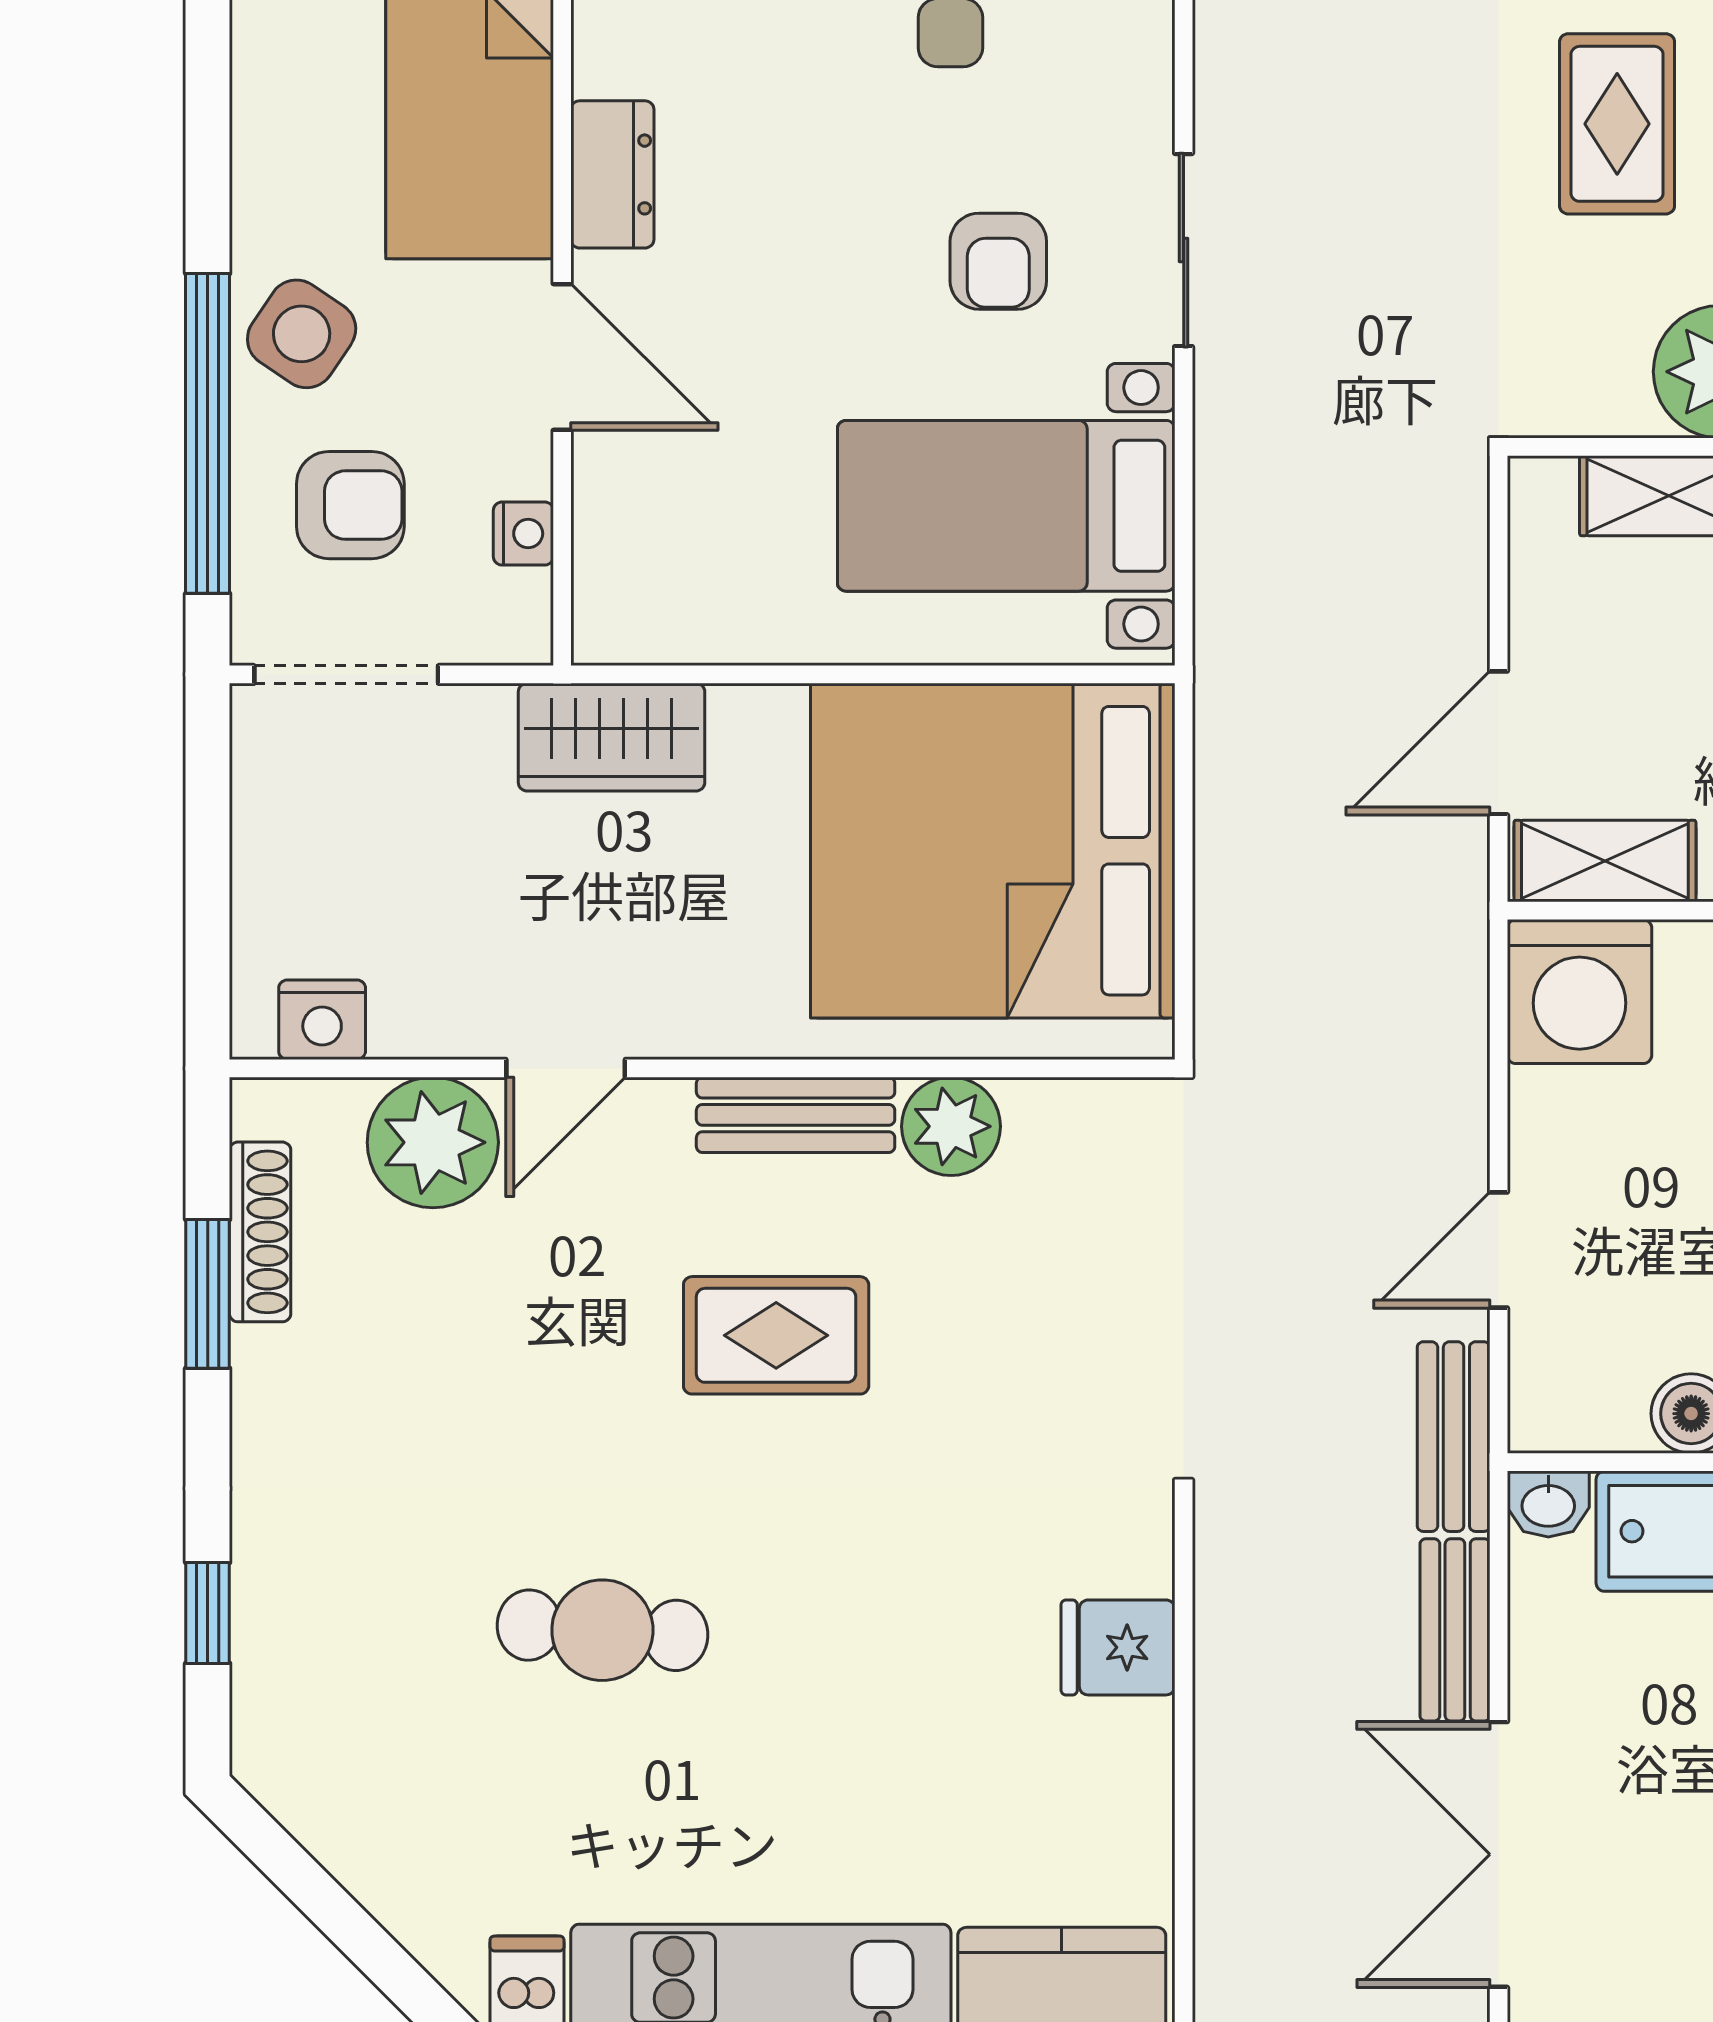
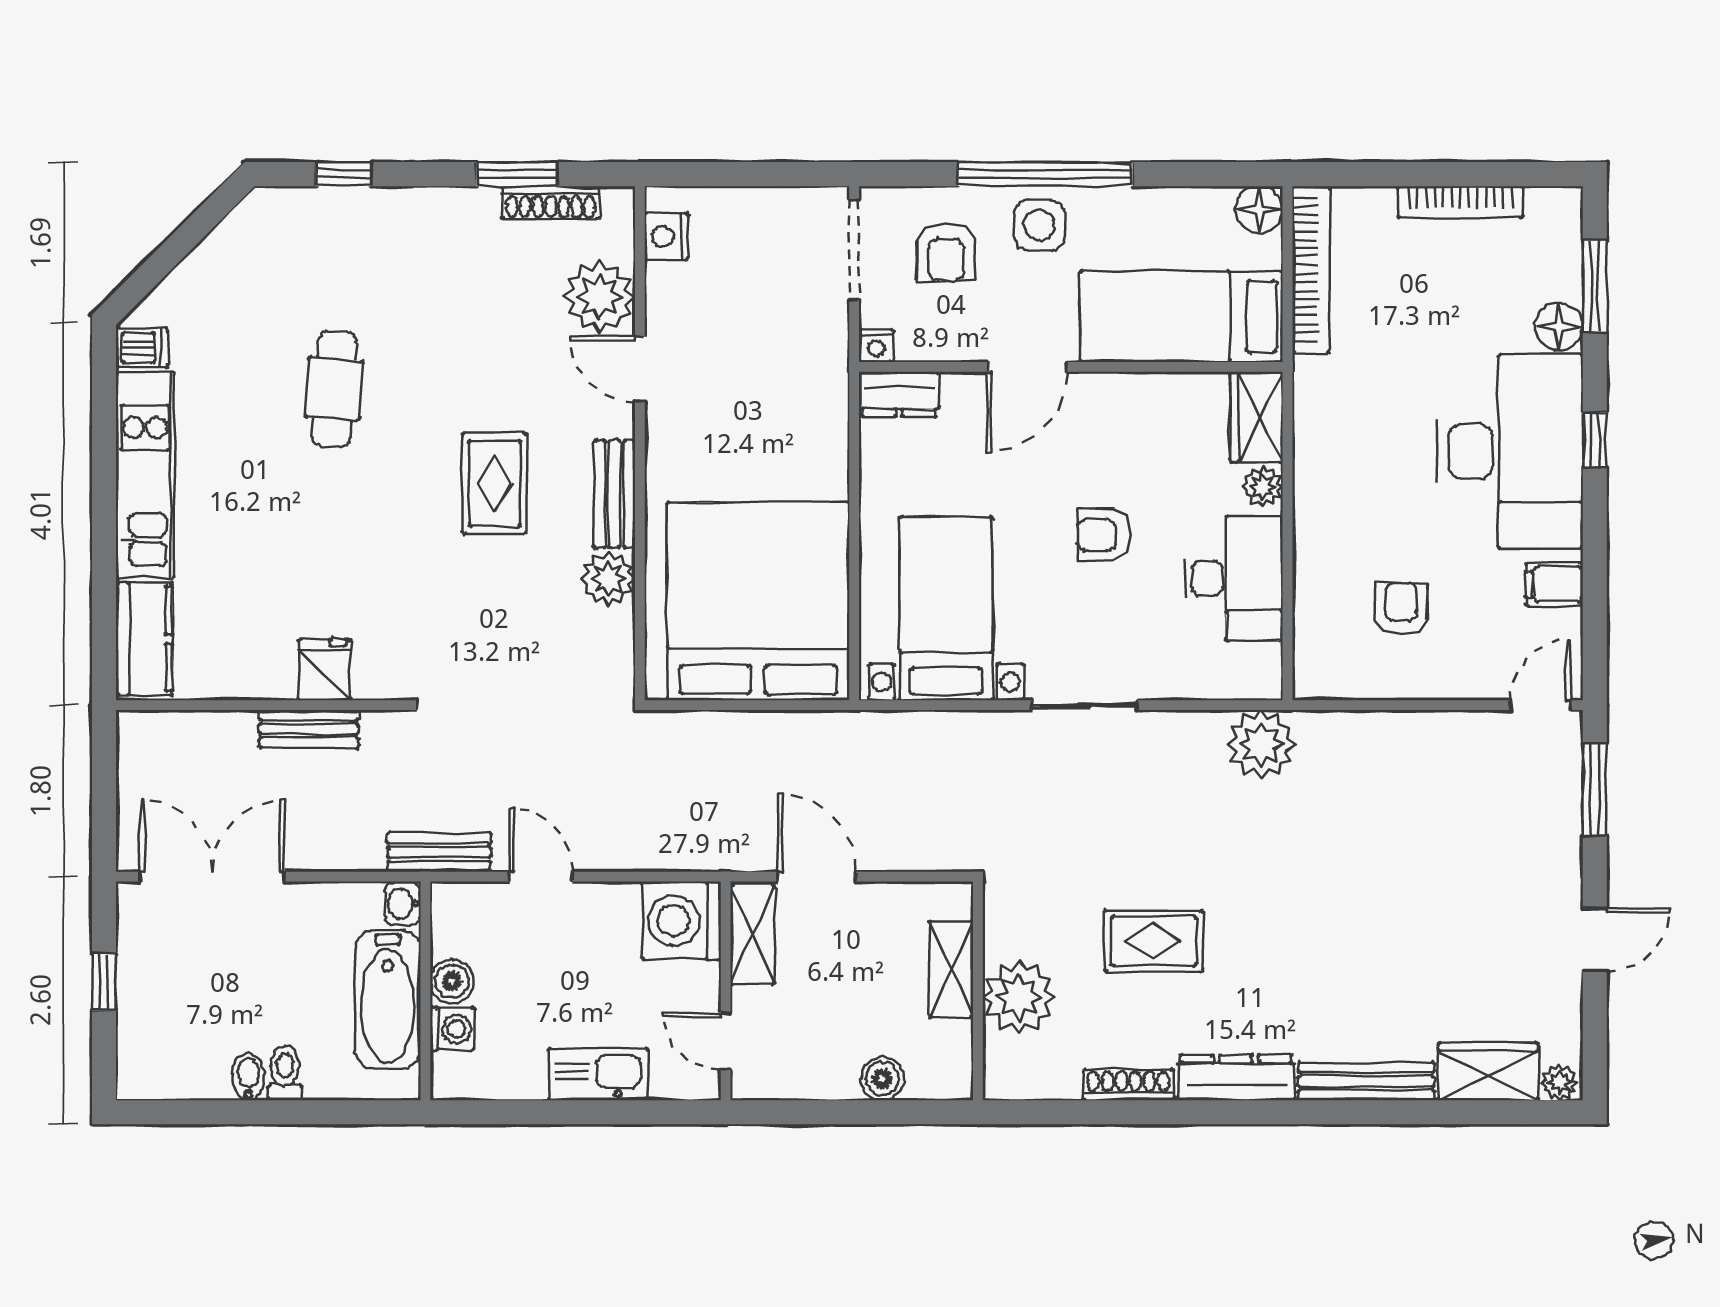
dresser: (612, 174) -> (899, 394), moved
armchair: (998, 261) -> (1104, 535), moved
side table: (302, 334) -> (1039, 225), turned -33
window: (208, 433) -> (1045, 174), moved
nightstand: (523, 534) -> (876, 346), moved
wardrobe: (612, 737) -> (820, 394), removed
bench: (1455, 1630) -> (309, 729), moved

